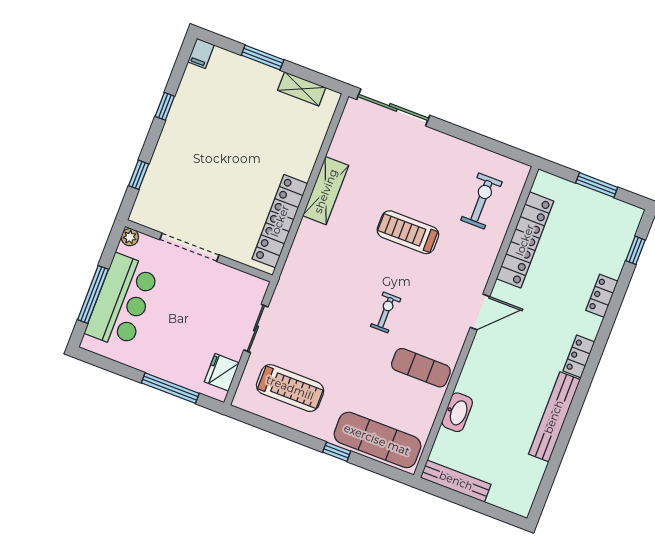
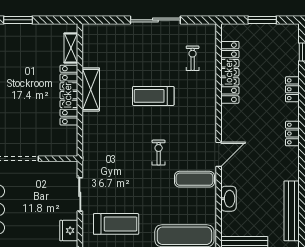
shelving: (302, 89) -> (71, 48), moved, turned 90
sliding door: (393, 107) -> (155, 20), moved
exercise bike: (481, 201) -> (193, 58), width x0.73, depth x0.72
locker: (280, 221) -> (69, 95), moved
door: (480, 312) -> (219, 154), moved
bench: (554, 417) -> (292, 211), moved

